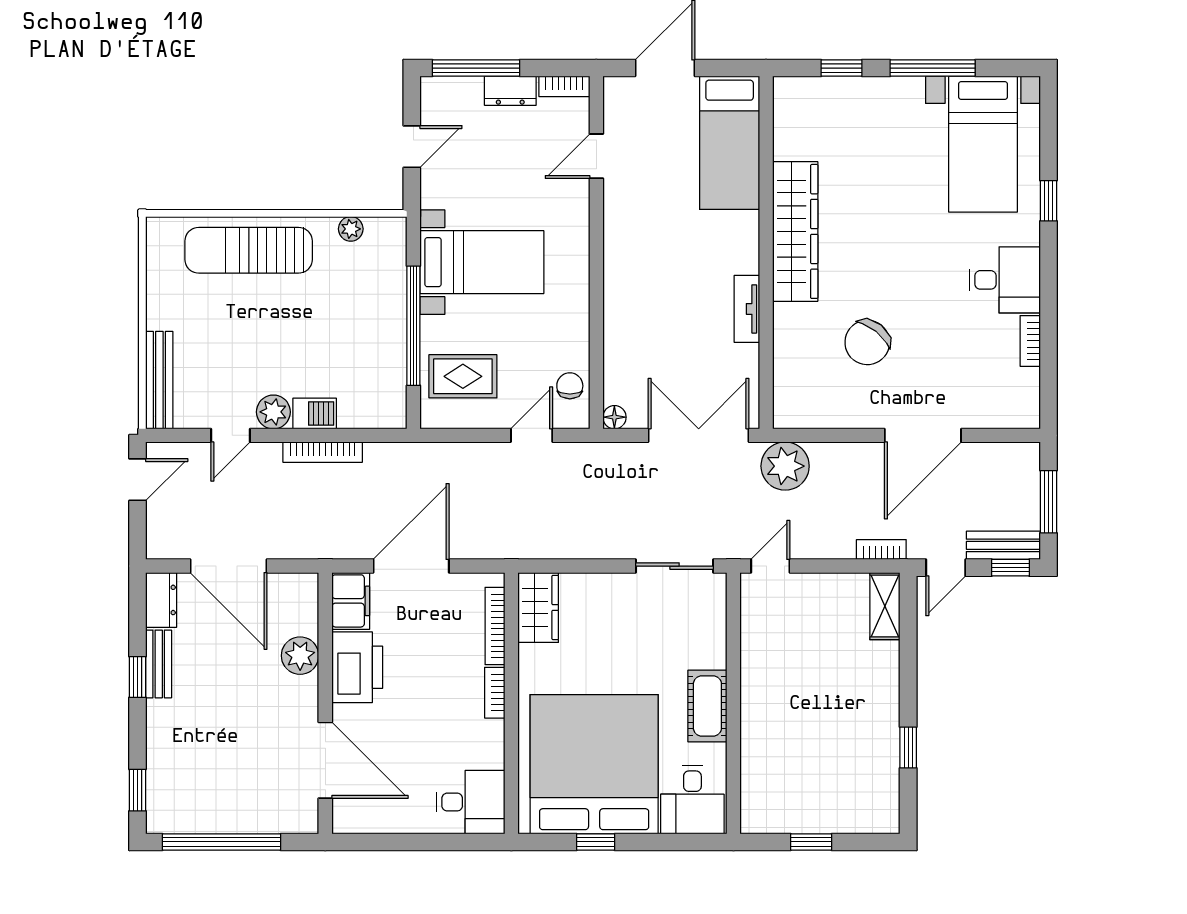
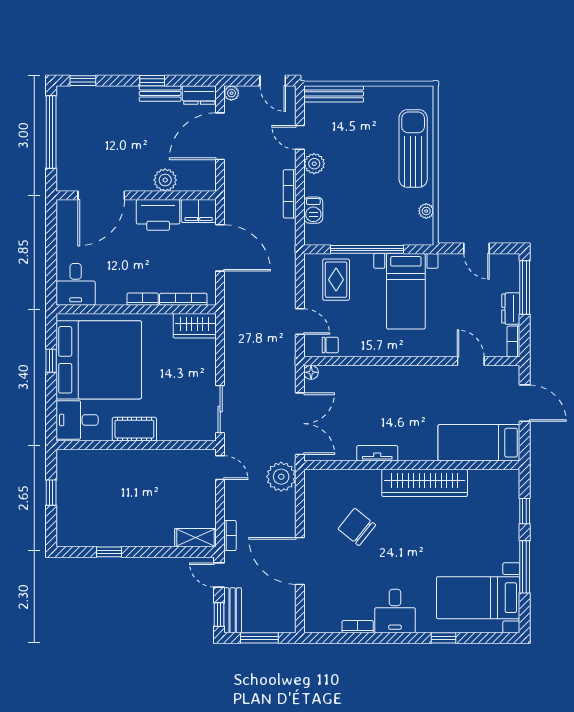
barbecue: (315, 413) -> (313, 210), moved
plant: (158, 547) -> (231, 93), added

